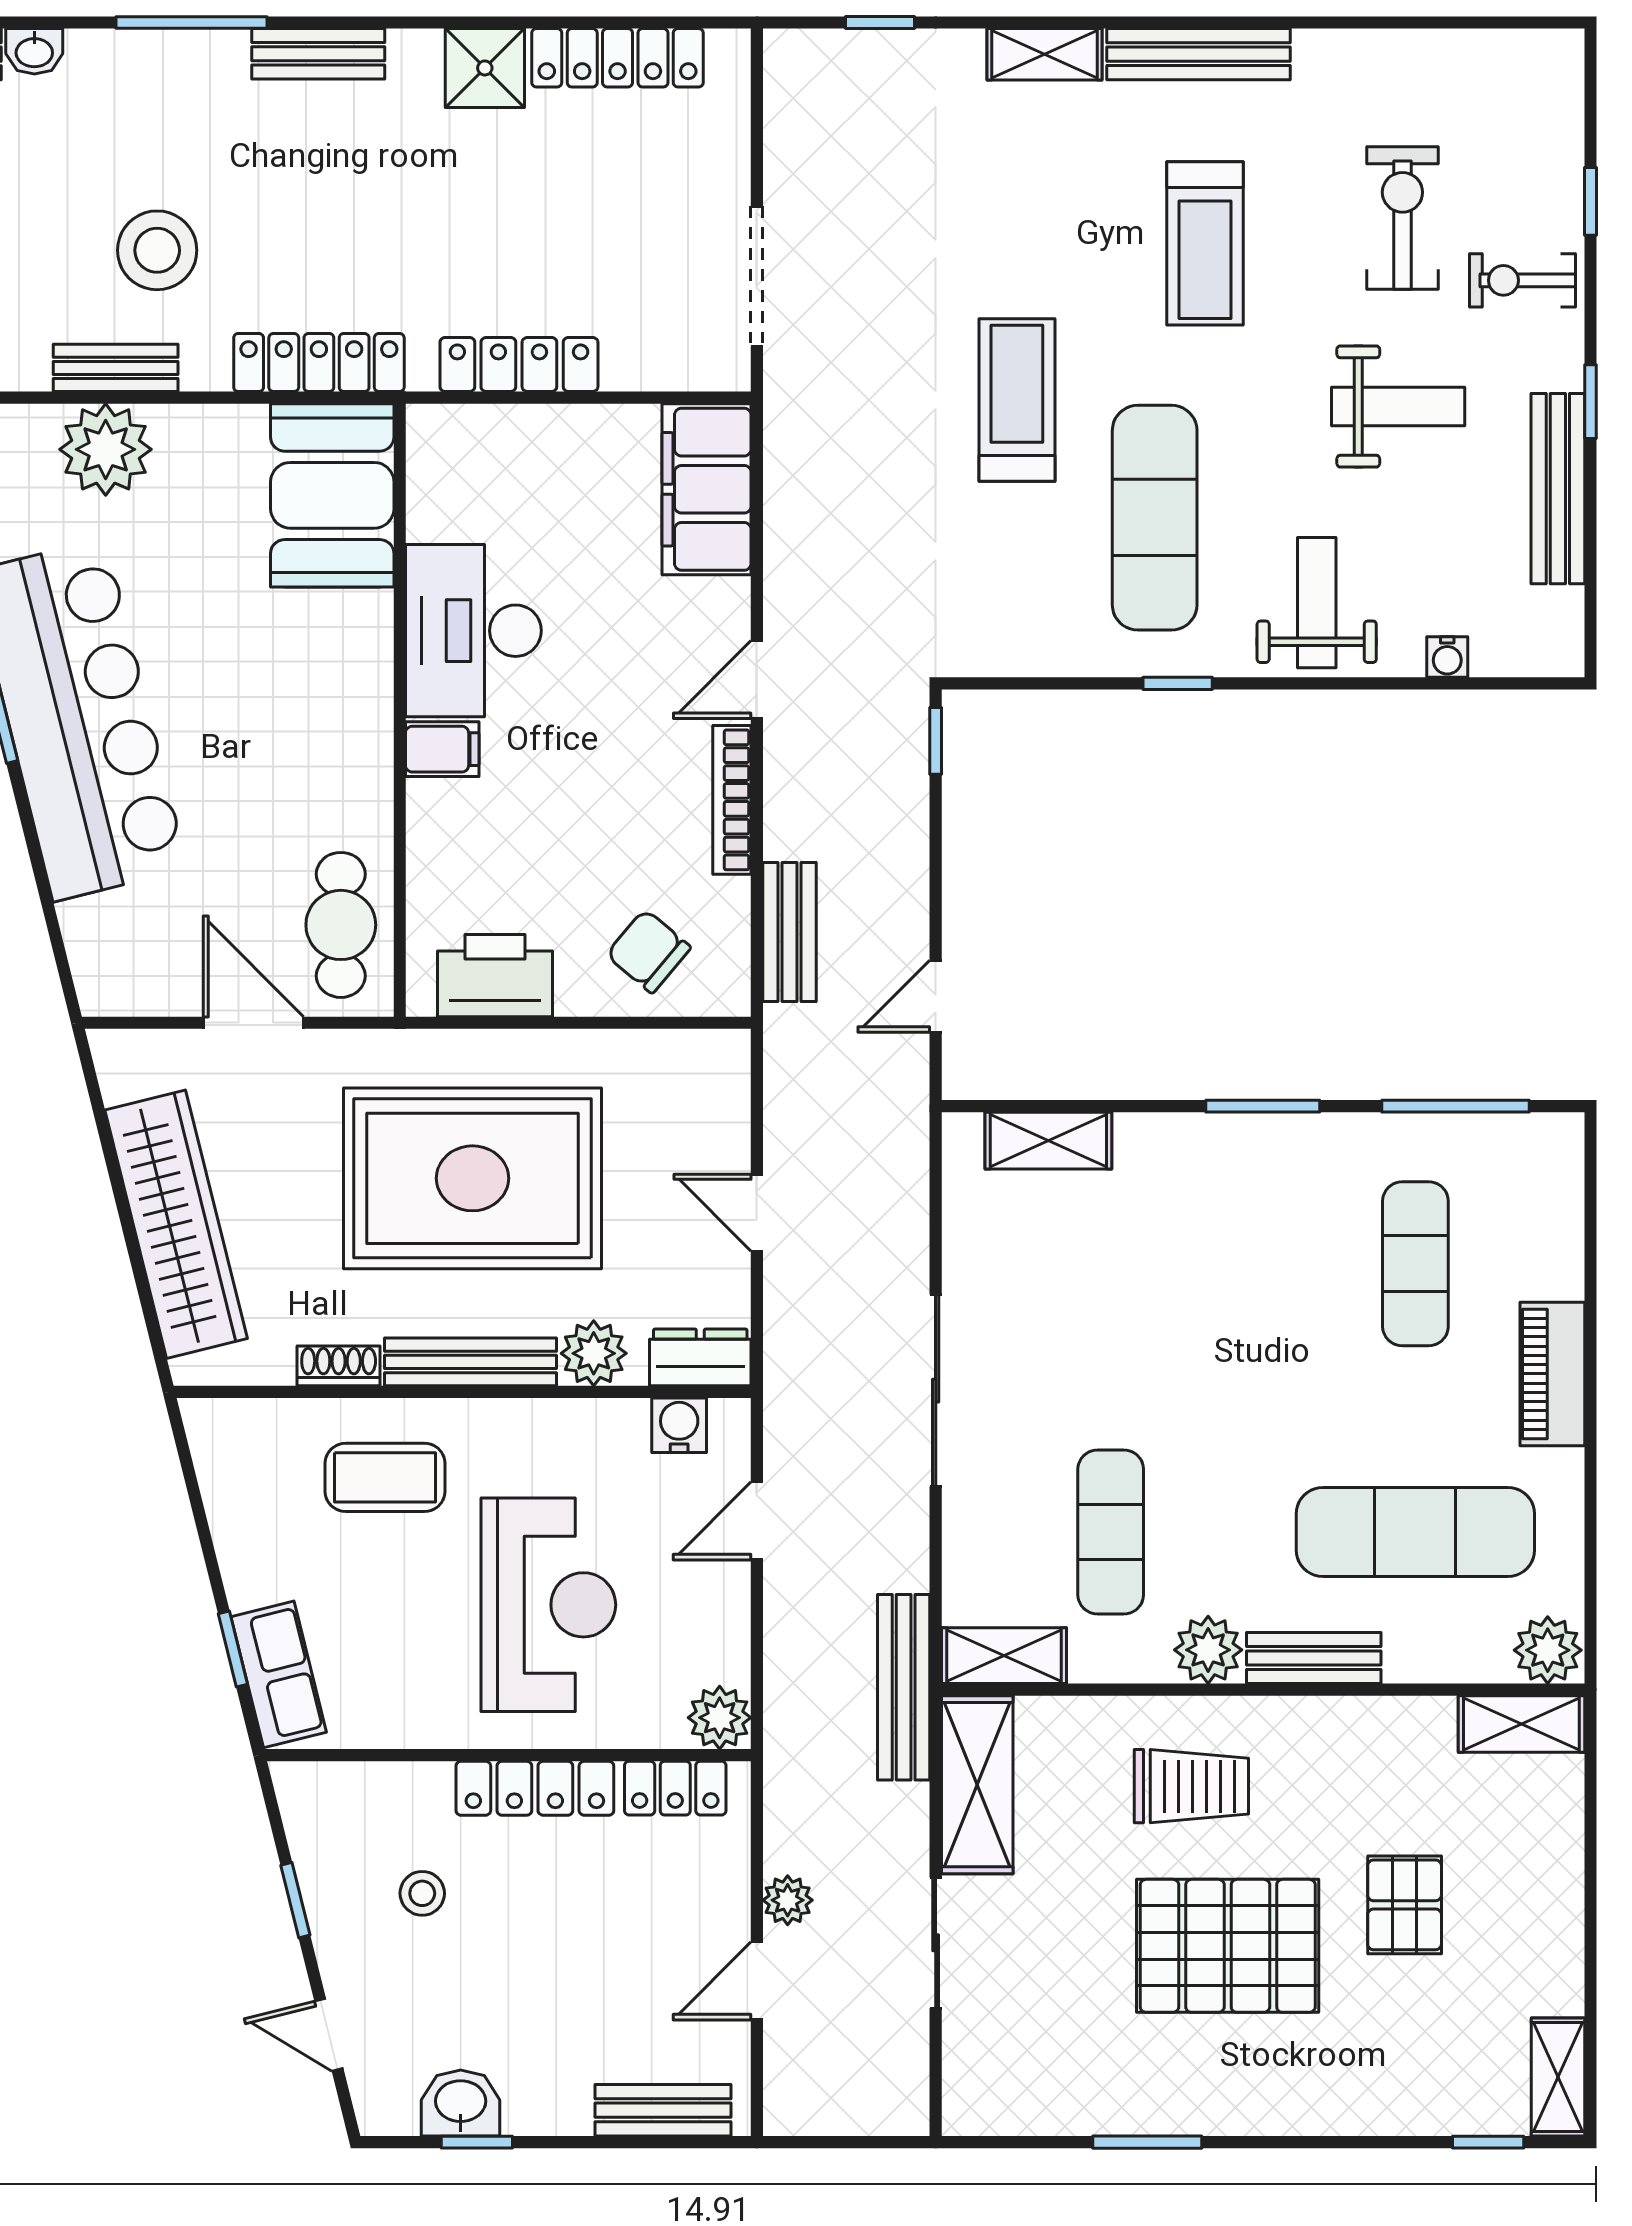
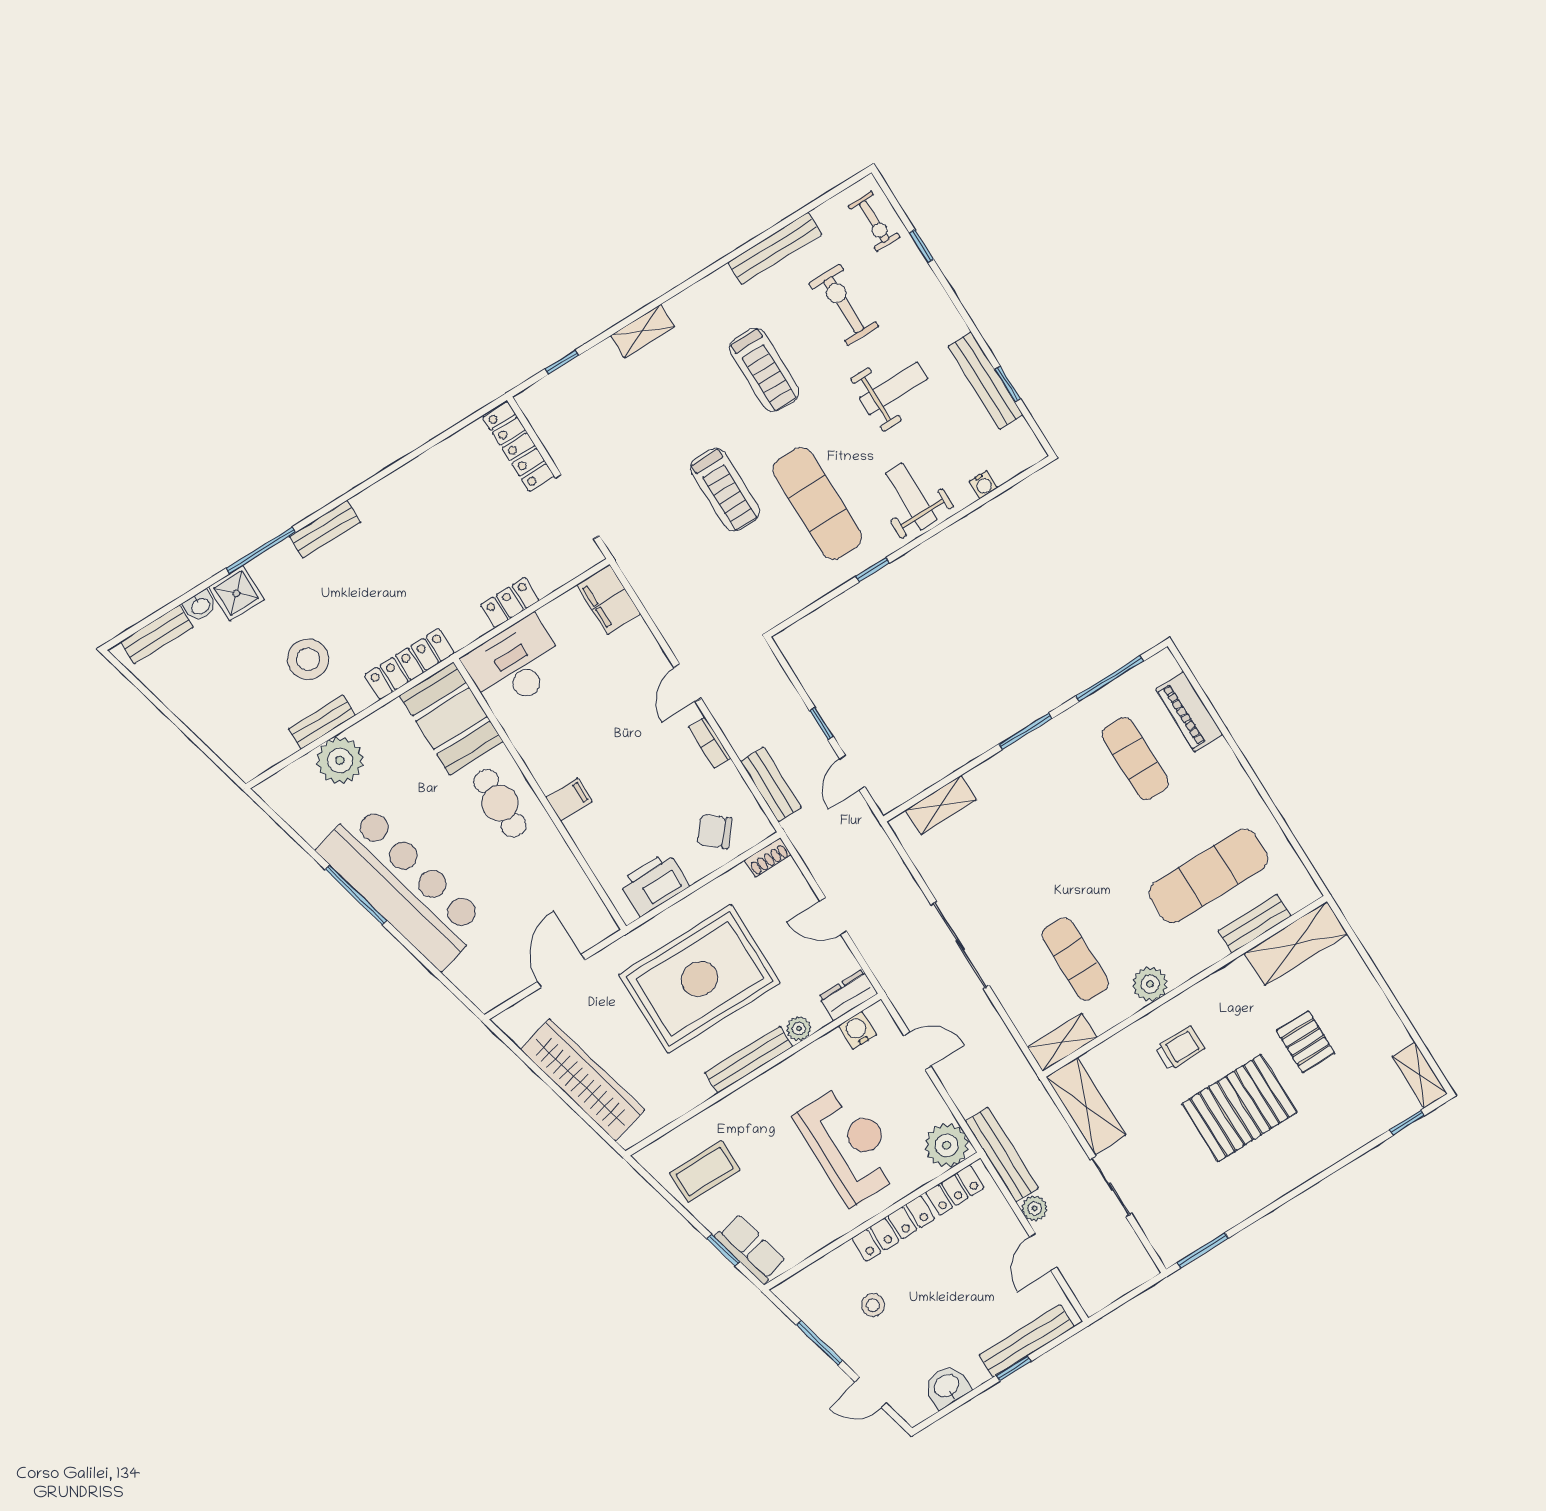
bench: (1198, 54) -> (775, 248), moved
locker: (618, 58) -> (518, 447), moved, turned 90
shower: (485, 68) -> (236, 593), moved
exercise bike: (1522, 280) -> (874, 221), moved, turned -90
locker: (519, 364) -> (510, 603), width x0.66
treadmill: (1017, 400) -> (725, 490), turned 180
window: (1590, 402) -> (1008, 384), moved
filing cabinet: (707, 489) -> (609, 599), width x0.67, depth x0.86
desk: (473, 631) -> (515, 664), moved, turned 90
window: (936, 741) -> (821, 723), moved
bookcase: (732, 800) -> (710, 742), width x0.64
cafe table: (341, 925) -> (500, 803), moved
door: (253, 1023) -> (561, 971), hinge flipped
plant: (594, 1353) -> (799, 1029), width x0.73, depth x0.73
shoe rack: (339, 1366) -> (768, 857), moved, turned 180
piano: (1552, 1374) -> (1189, 712), moved
coffee table: (385, 1477) -> (705, 1171), moved
door: (757, 1521) -> (917, 1051), swing flipped
plant: (1548, 1650) -> (1299, 891), removed
bench: (1314, 1658) -> (1255, 924), moved
bench: (904, 1687) -> (1002, 1155), moved
plant: (720, 1718) -> (947, 1145), width x1.36, depth x1.36
shelving: (1521, 1724) -> (1296, 944), width x1.50, depth x1.33
trolley: (1191, 1786) -> (1180, 1048), width x0.73, depth x0.72
window: (295, 1900) -> (819, 1343), width x1.50
bench: (663, 2110) -> (1027, 1341), width x1.36
window: (477, 2142) -> (1014, 1368), moved
window: (1147, 2142) -> (1203, 1250), moved

